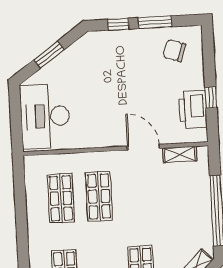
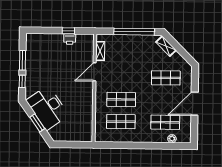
chair: (174, 51) -> (40, 50), removed
printer: (193, 110) -> (70, 39), width x0.53, depth x0.68
desk: (45, 116) -> (48, 108), moved, turned 55

